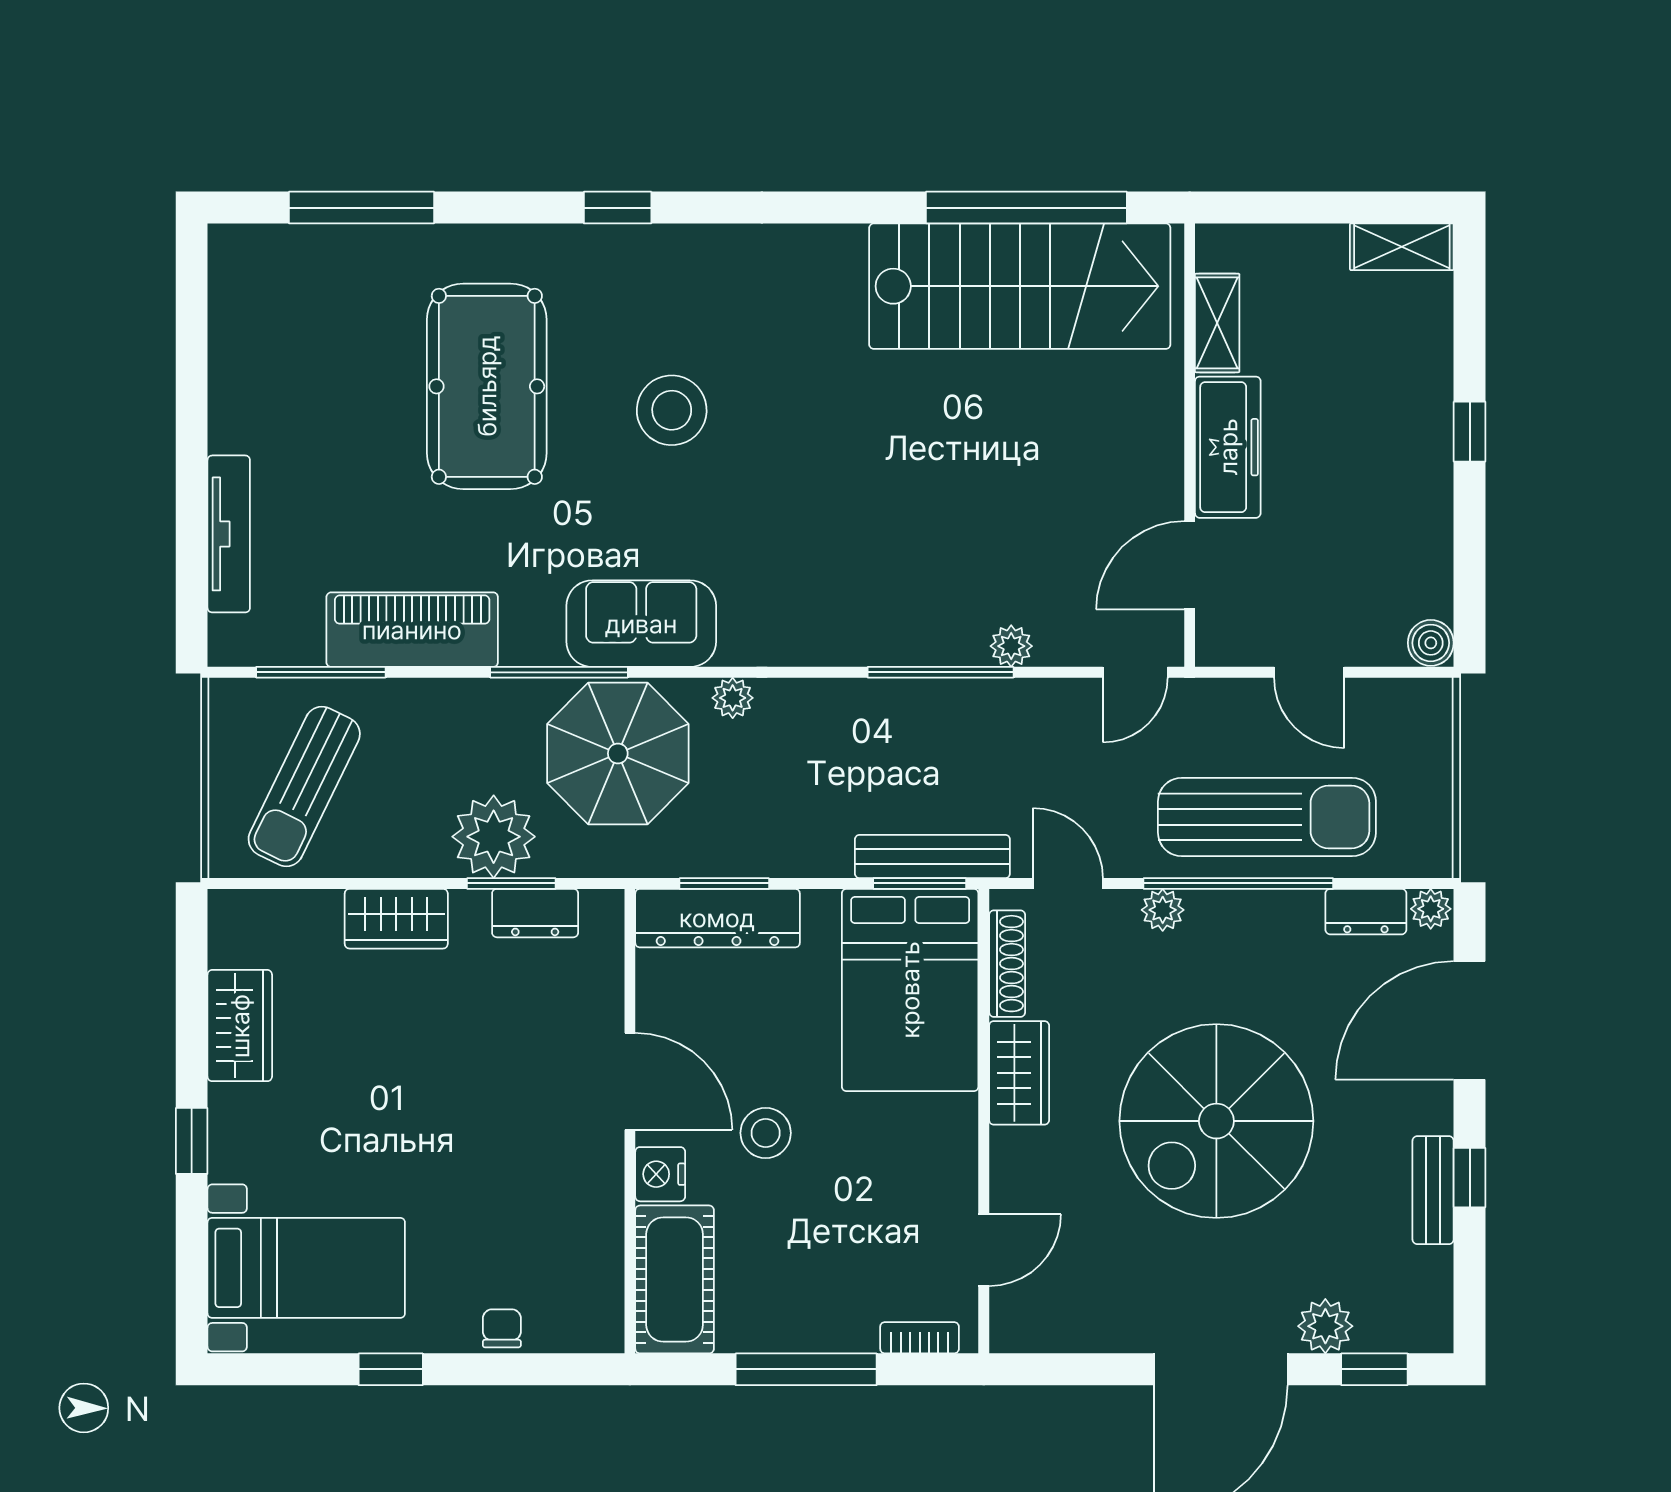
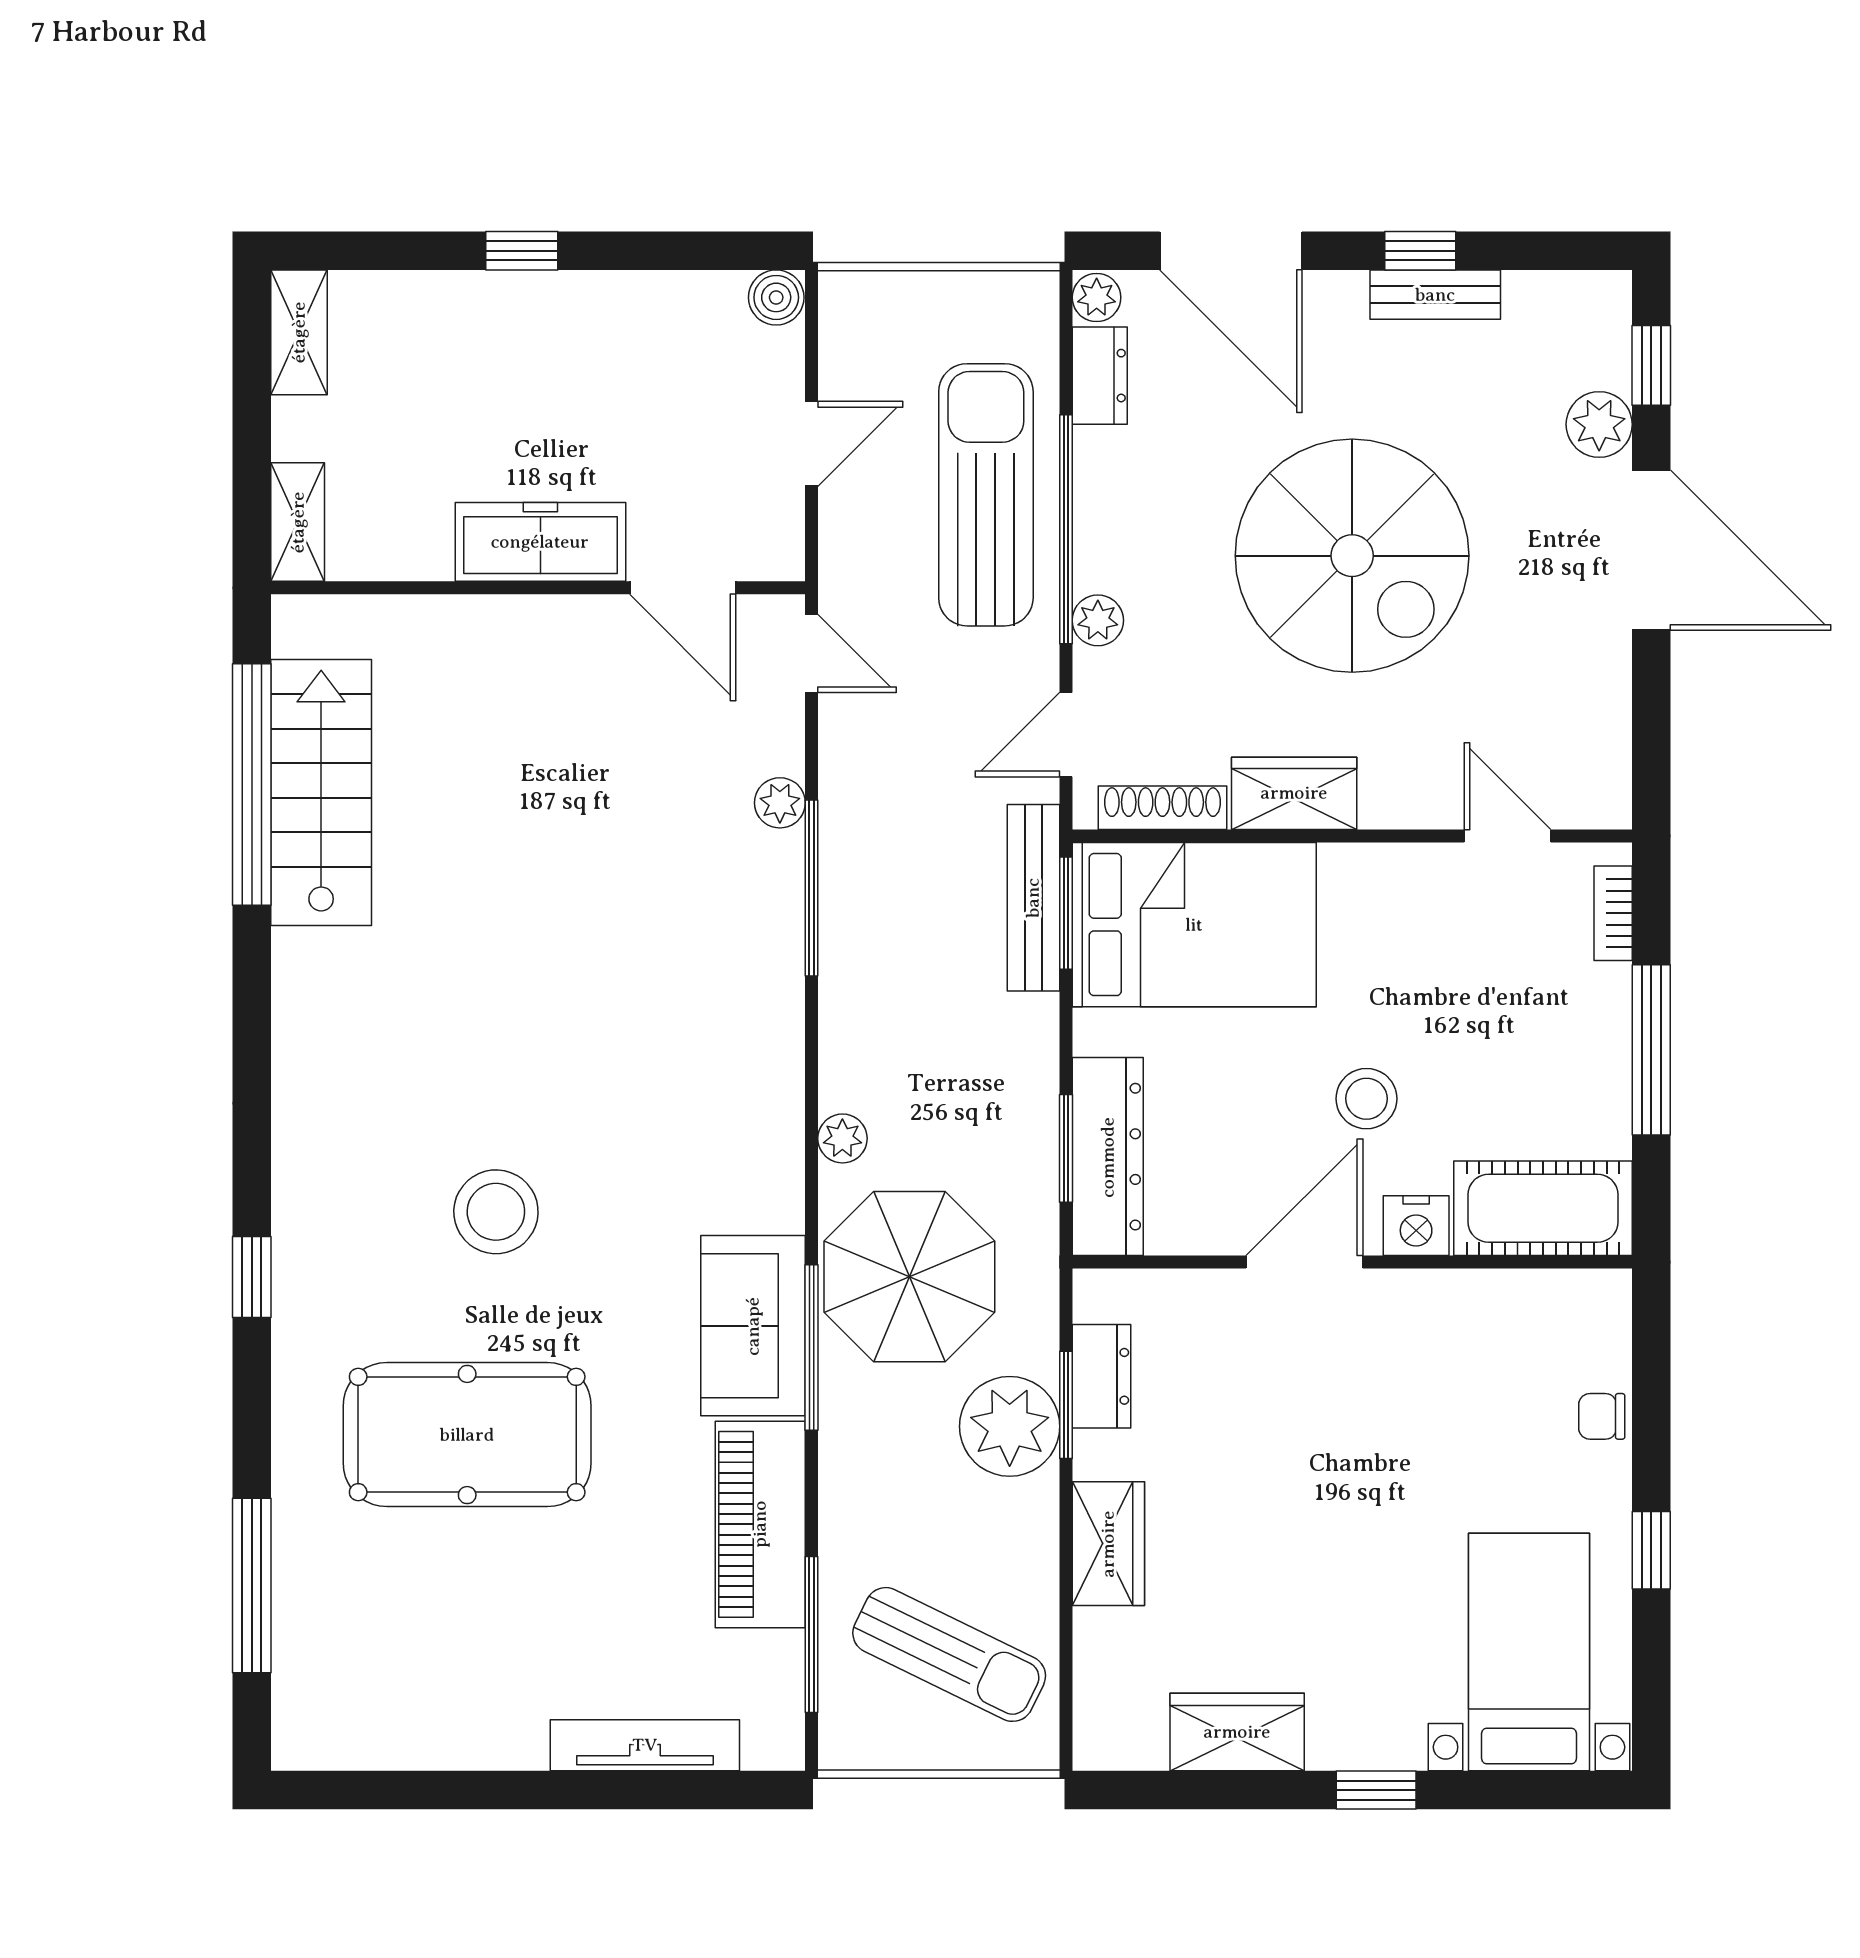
stairs: (1020, 286) -> (321, 792), width x0.73, depth x0.66
shelving: (1217, 323) -> (298, 522), moved, turned 90
sofa: (641, 624) -> (753, 1326), moved

